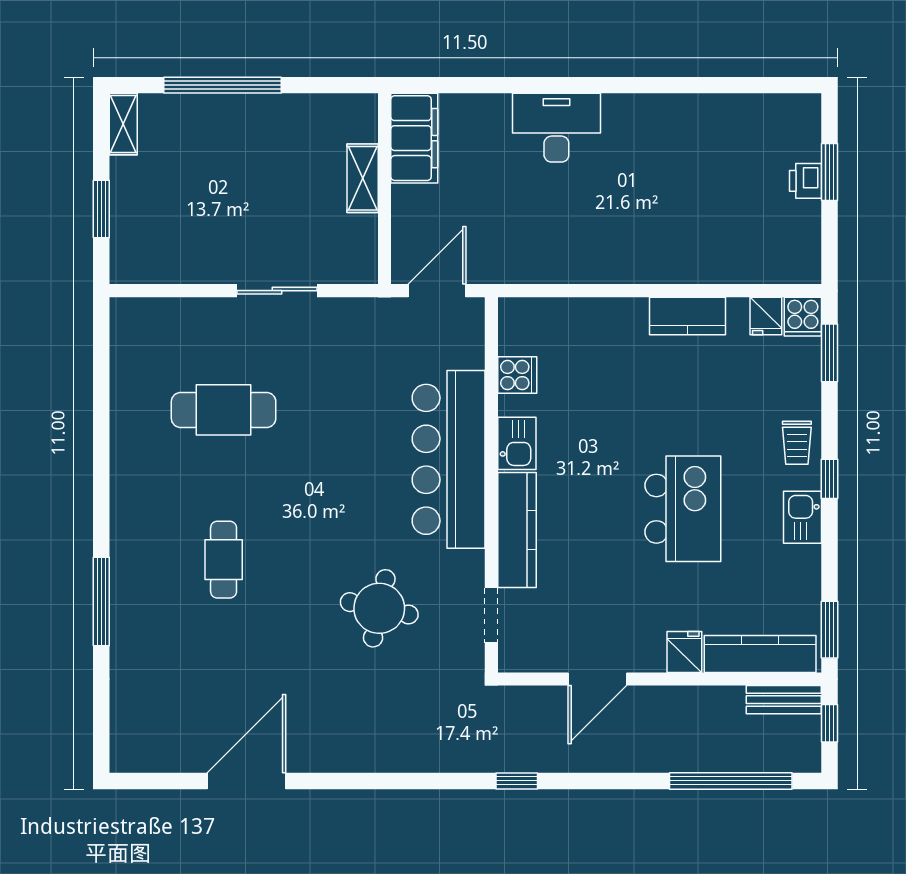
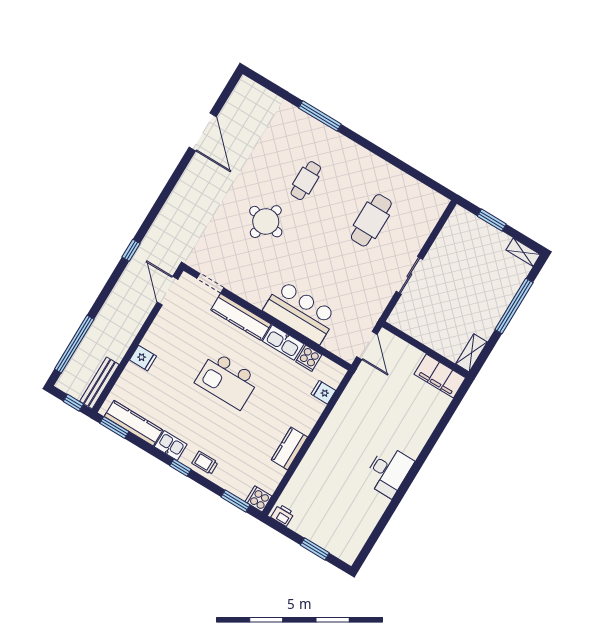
desk: (556, 128) -> (388, 471), moved
shelving: (363, 178) -> (471, 353), moved, turned 90
printer: (806, 181) -> (283, 515), moved
fridge: (766, 316) -> (323, 392), moved
kitchen sink: (517, 443) -> (283, 343), width x1.38
bar counter: (449, 459) -> (300, 312), width x0.73
kitchen island: (683, 509) -> (227, 380), moved
cafe table: (224, 560) -> (306, 181), turned 90
round table: (379, 608) -> (266, 222), moved
kitchen counter: (760, 654) -> (134, 423), moved, turned -90
door: (597, 679) -> (168, 291), moved
bench: (784, 700) -> (99, 383), width x1.36

